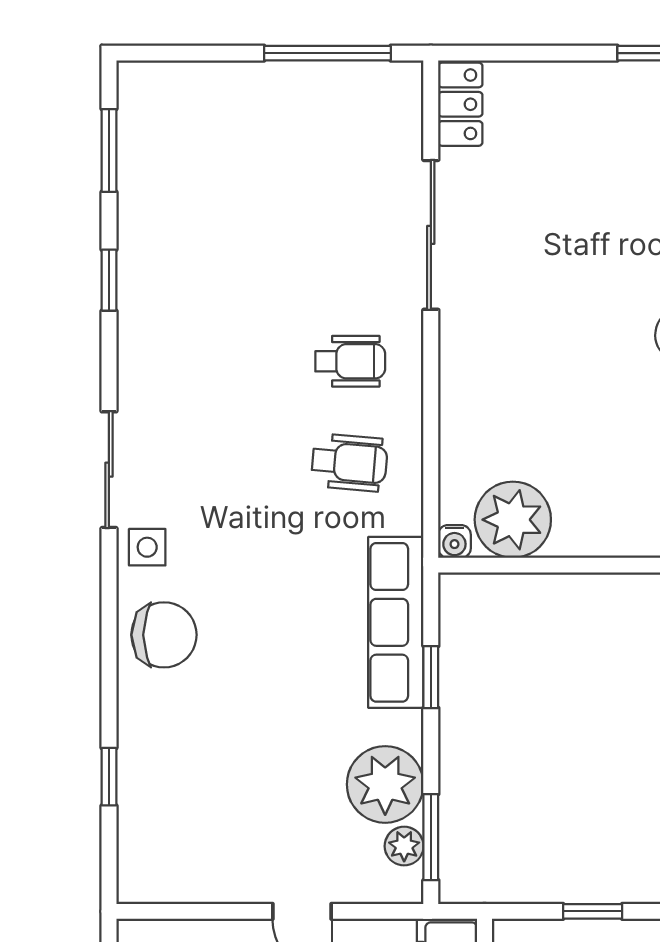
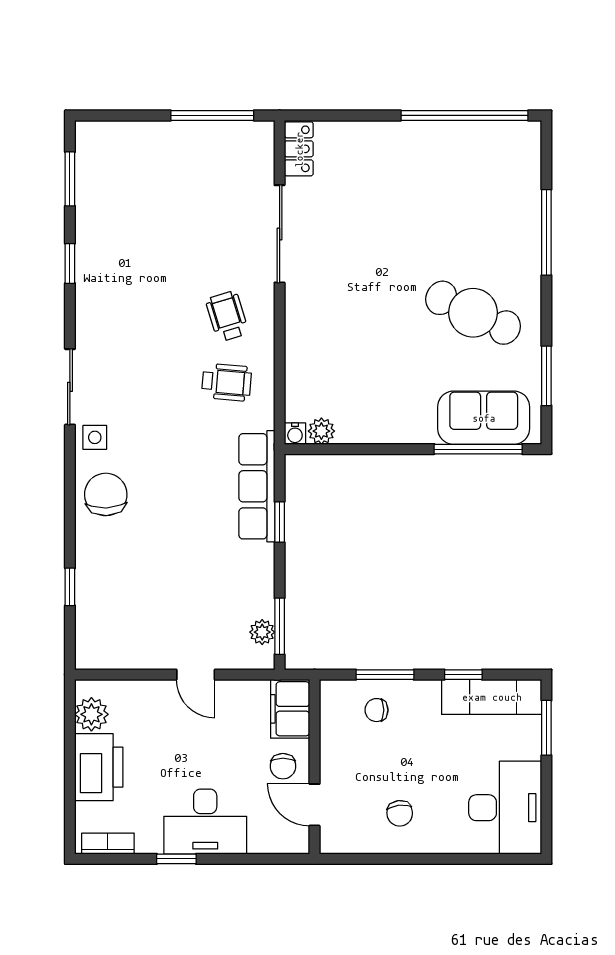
wheelchair: (350, 361) -> (227, 316), turned -107
plant: (513, 520) -> (321, 431), width x0.53, depth x0.53
chair: (164, 635) -> (106, 494), turned -92
plant: (385, 784) -> (250, 592), removed
window: (593, 911) -> (385, 675), width x1.50

